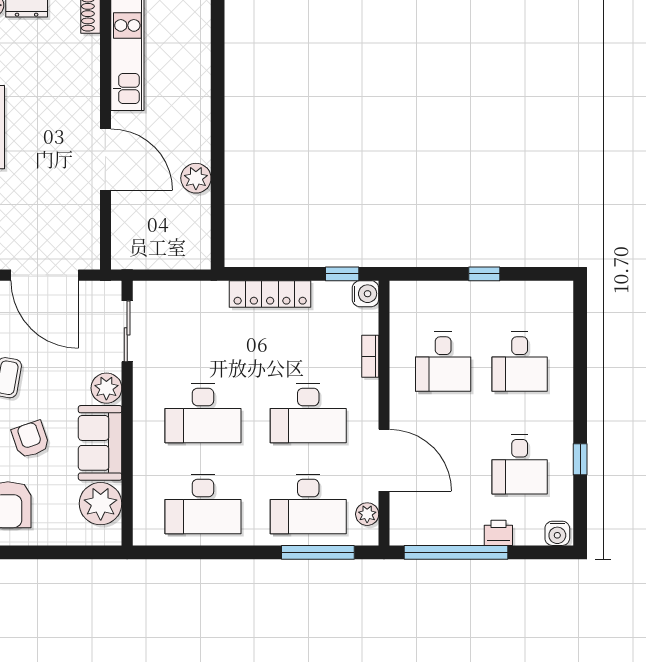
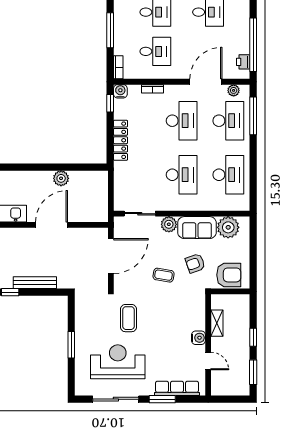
window: (484, 274) -> (110, 30), width x2.17
bookcase: (412, 290) -> (118, 67), added
printer: (498, 533) -> (243, 62), moved

